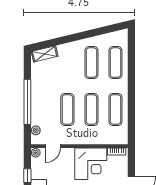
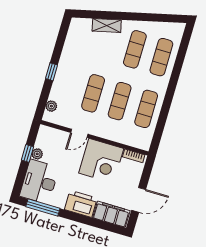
shelving: (45, 54) -> (107, 26), moved
window: (27, 102) -> (51, 72), width x0.32
door: (53, 146) -> (79, 133), moved
plant: (36, 153) -> (37, 154), moved

